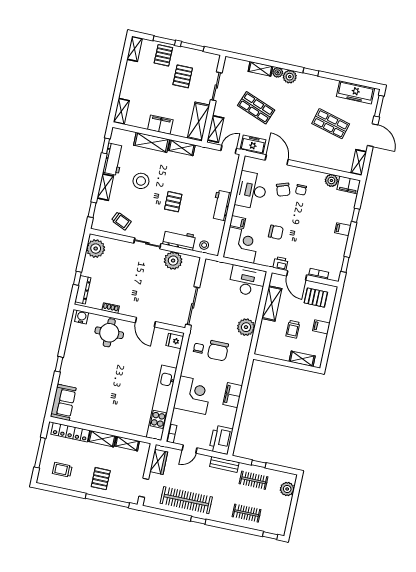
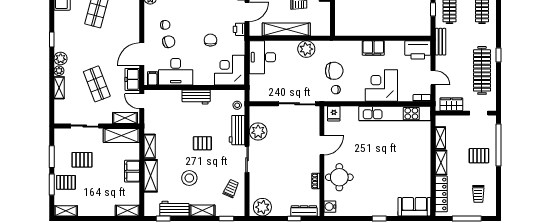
shop shelf: (256, 108) -> (97, 84), turned -42
filing cabinet: (238, 222) -> (153, 78), moved
shelving: (272, 303) -> (286, 29), width x1.47

